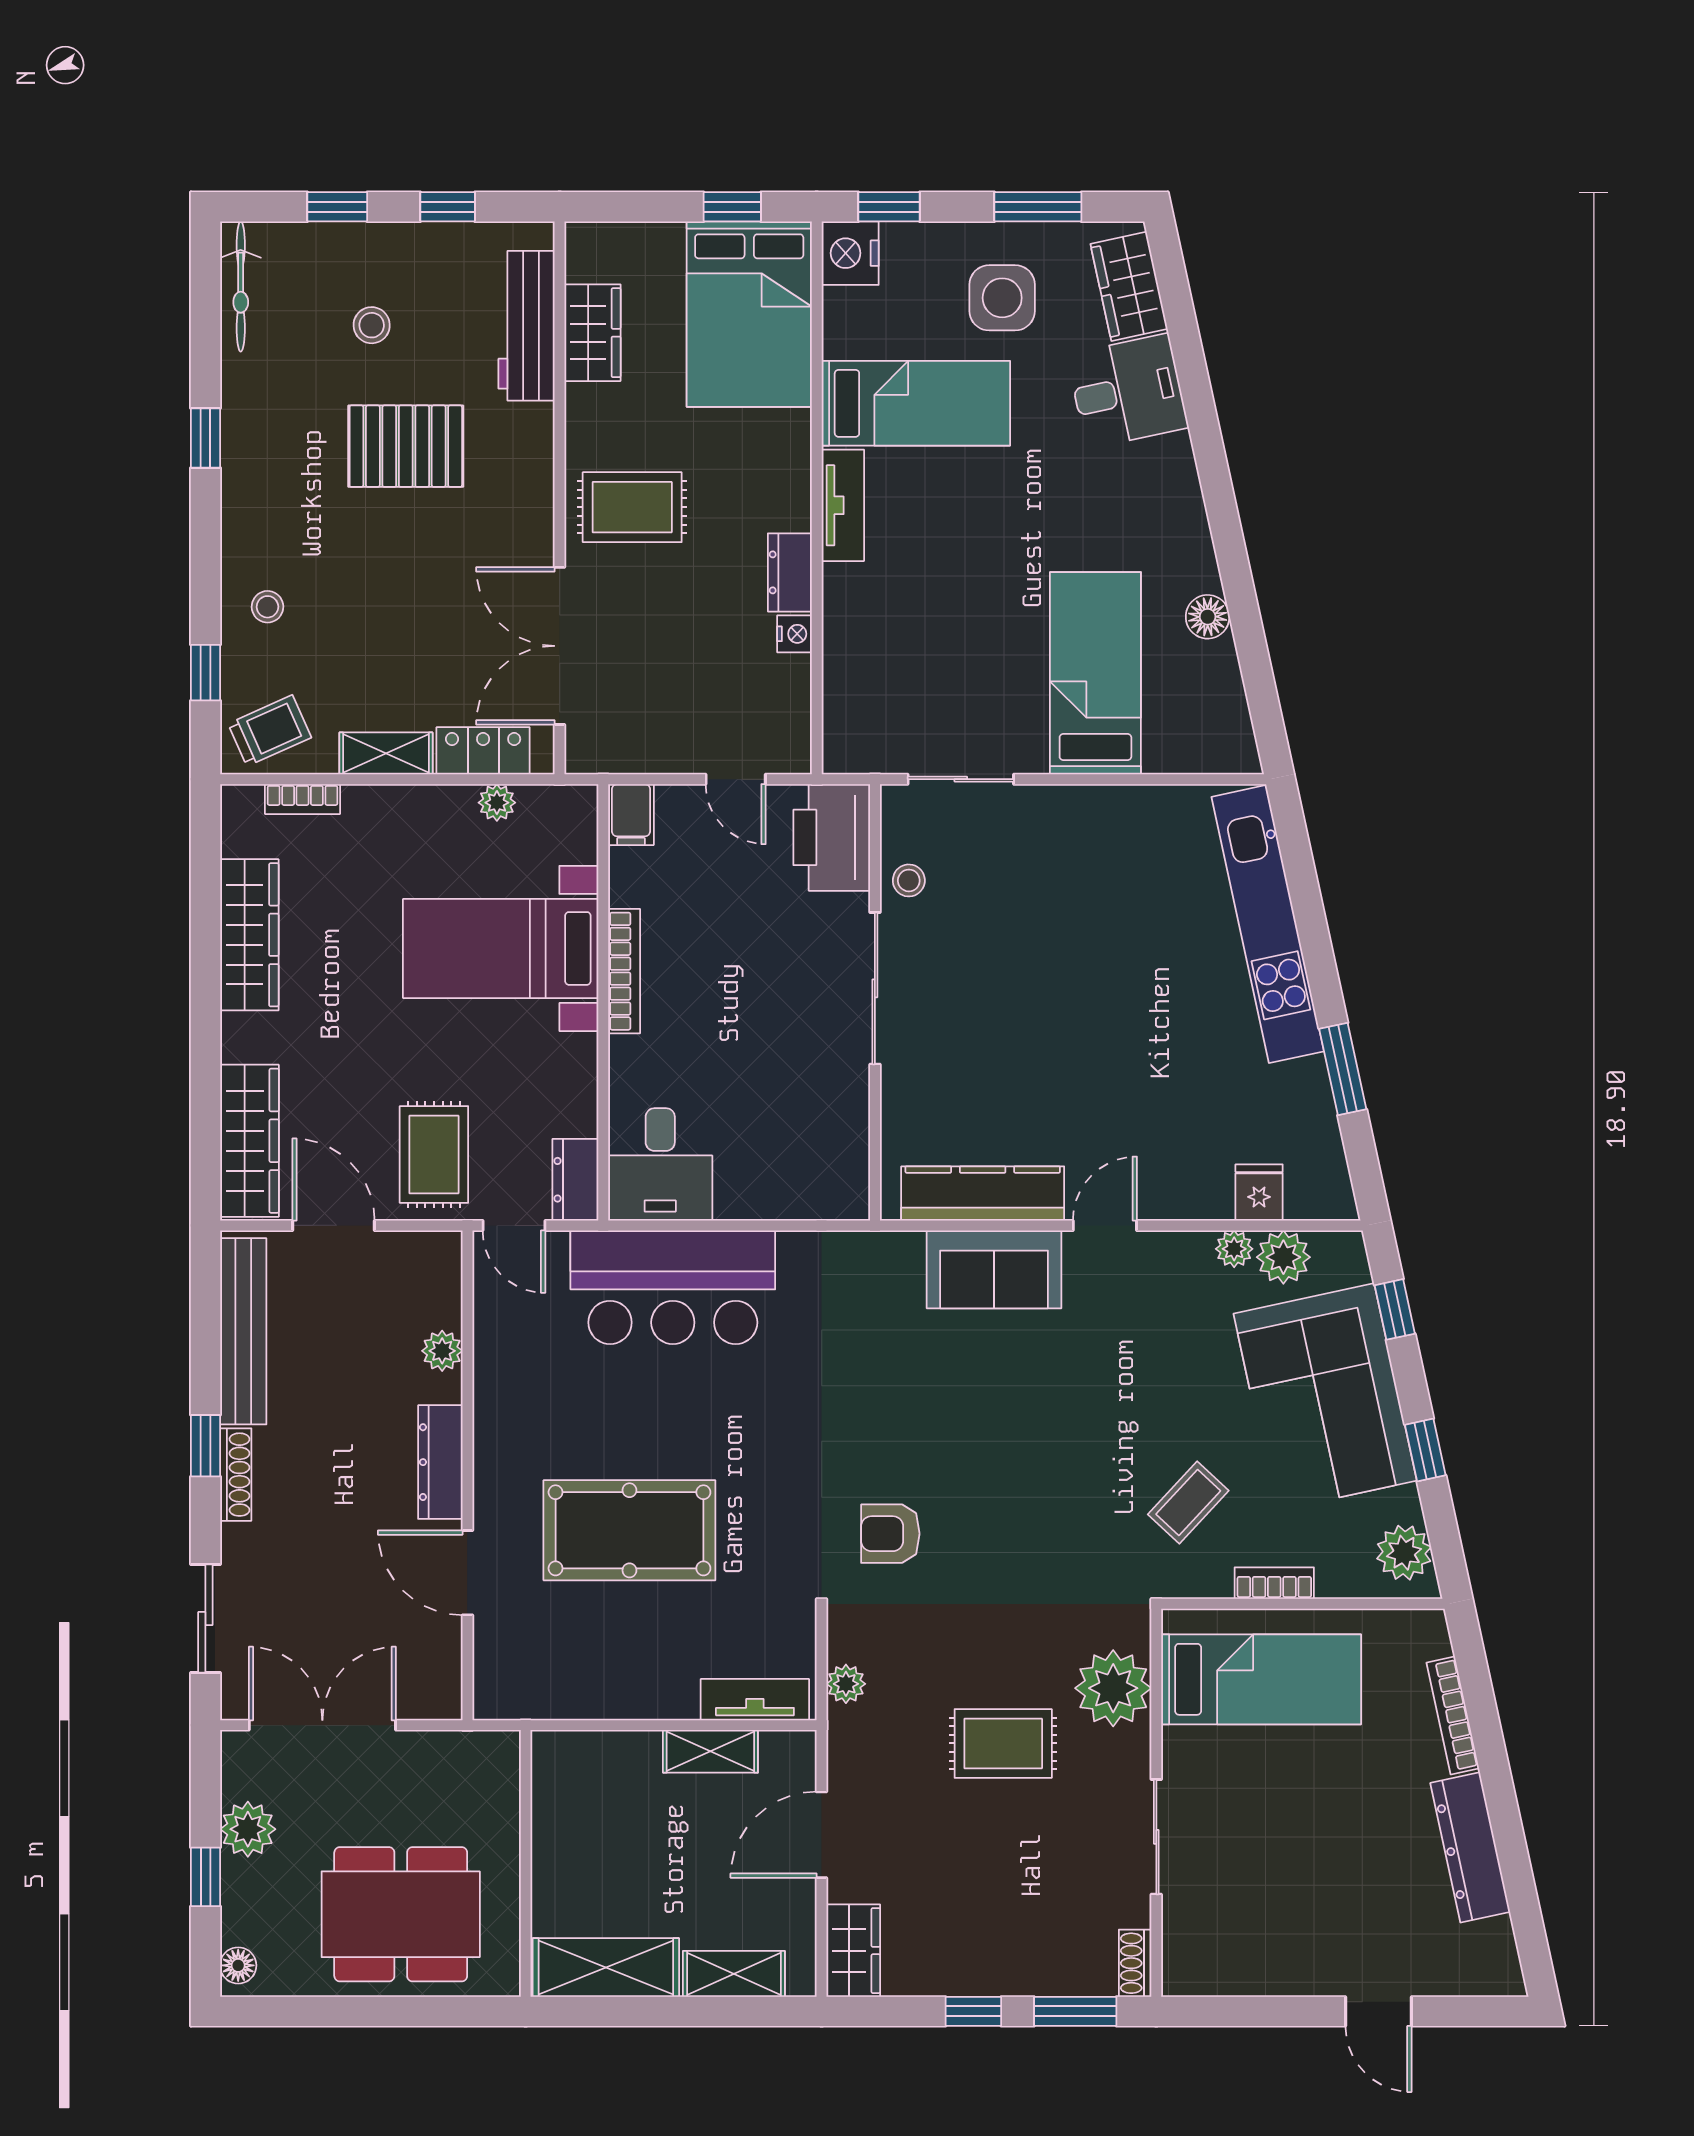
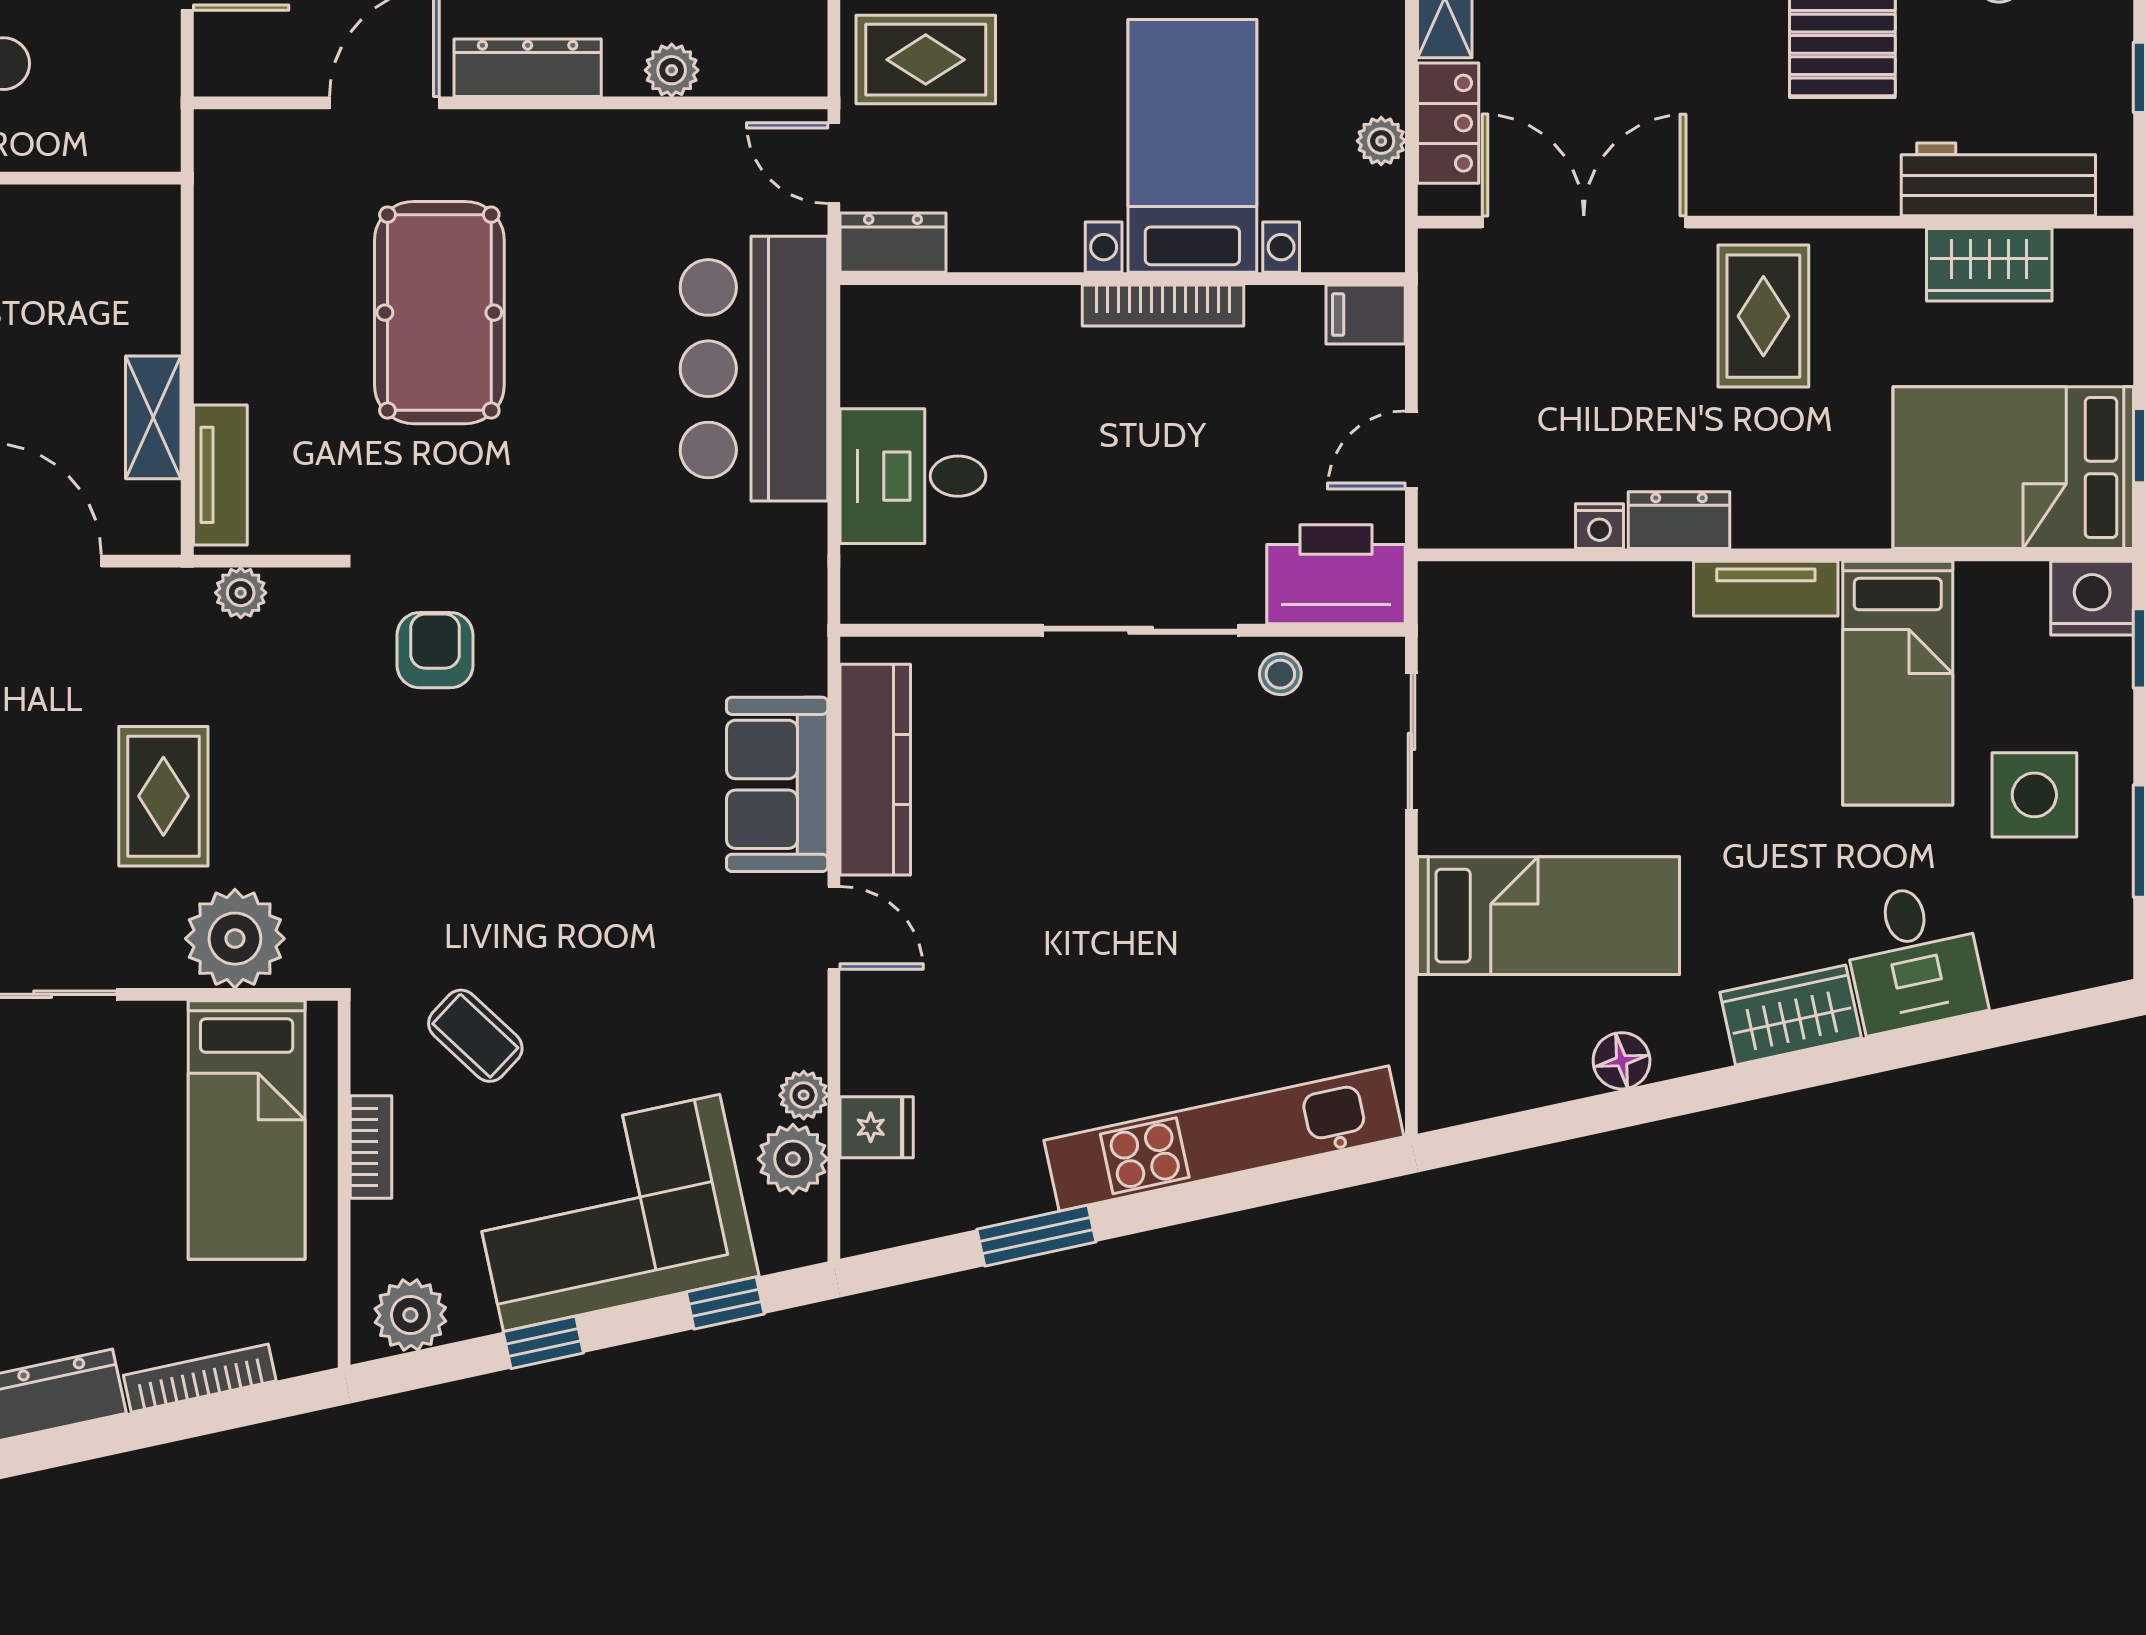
wardrobe: (1129, 286) -> (1791, 1015), moved
desk: (660, 1164) -> (913, 476), moved
door: (514, 1225) -> (834, 163), hinge flipped

